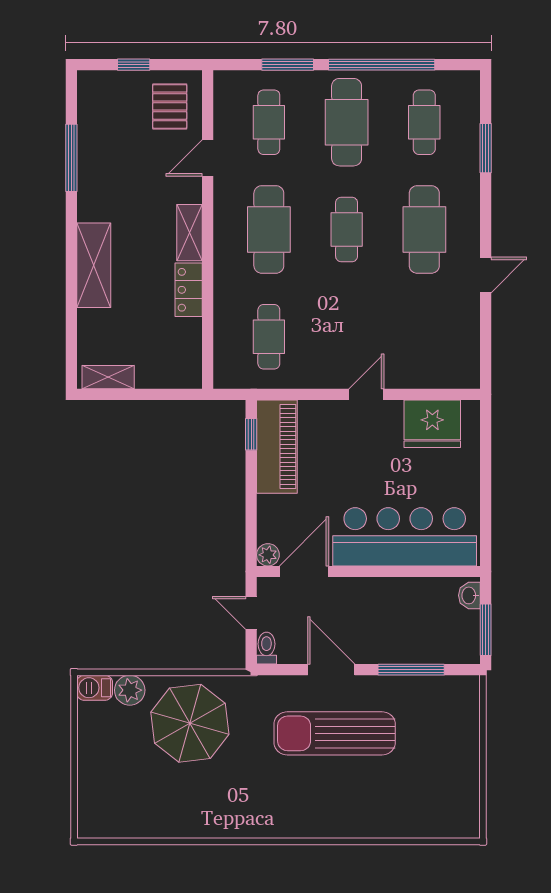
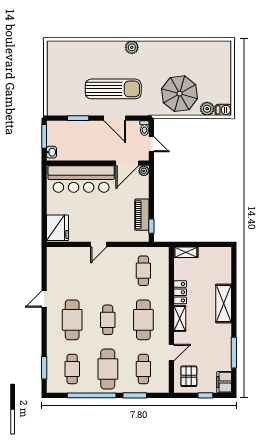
filing cabinet: (92, 94) -> (224, 382), added
window: (486, 148) -> (44, 368), moved
shelving: (108, 377) -> (186, 252), moved
fridge: (432, 424) -> (58, 228), moved, turned 90
piano: (277, 447) -> (142, 215), width x0.73, depth x0.75
window: (411, 670) -> (78, 118), width x0.69
plant: (294, 824) -> (132, 47), added

